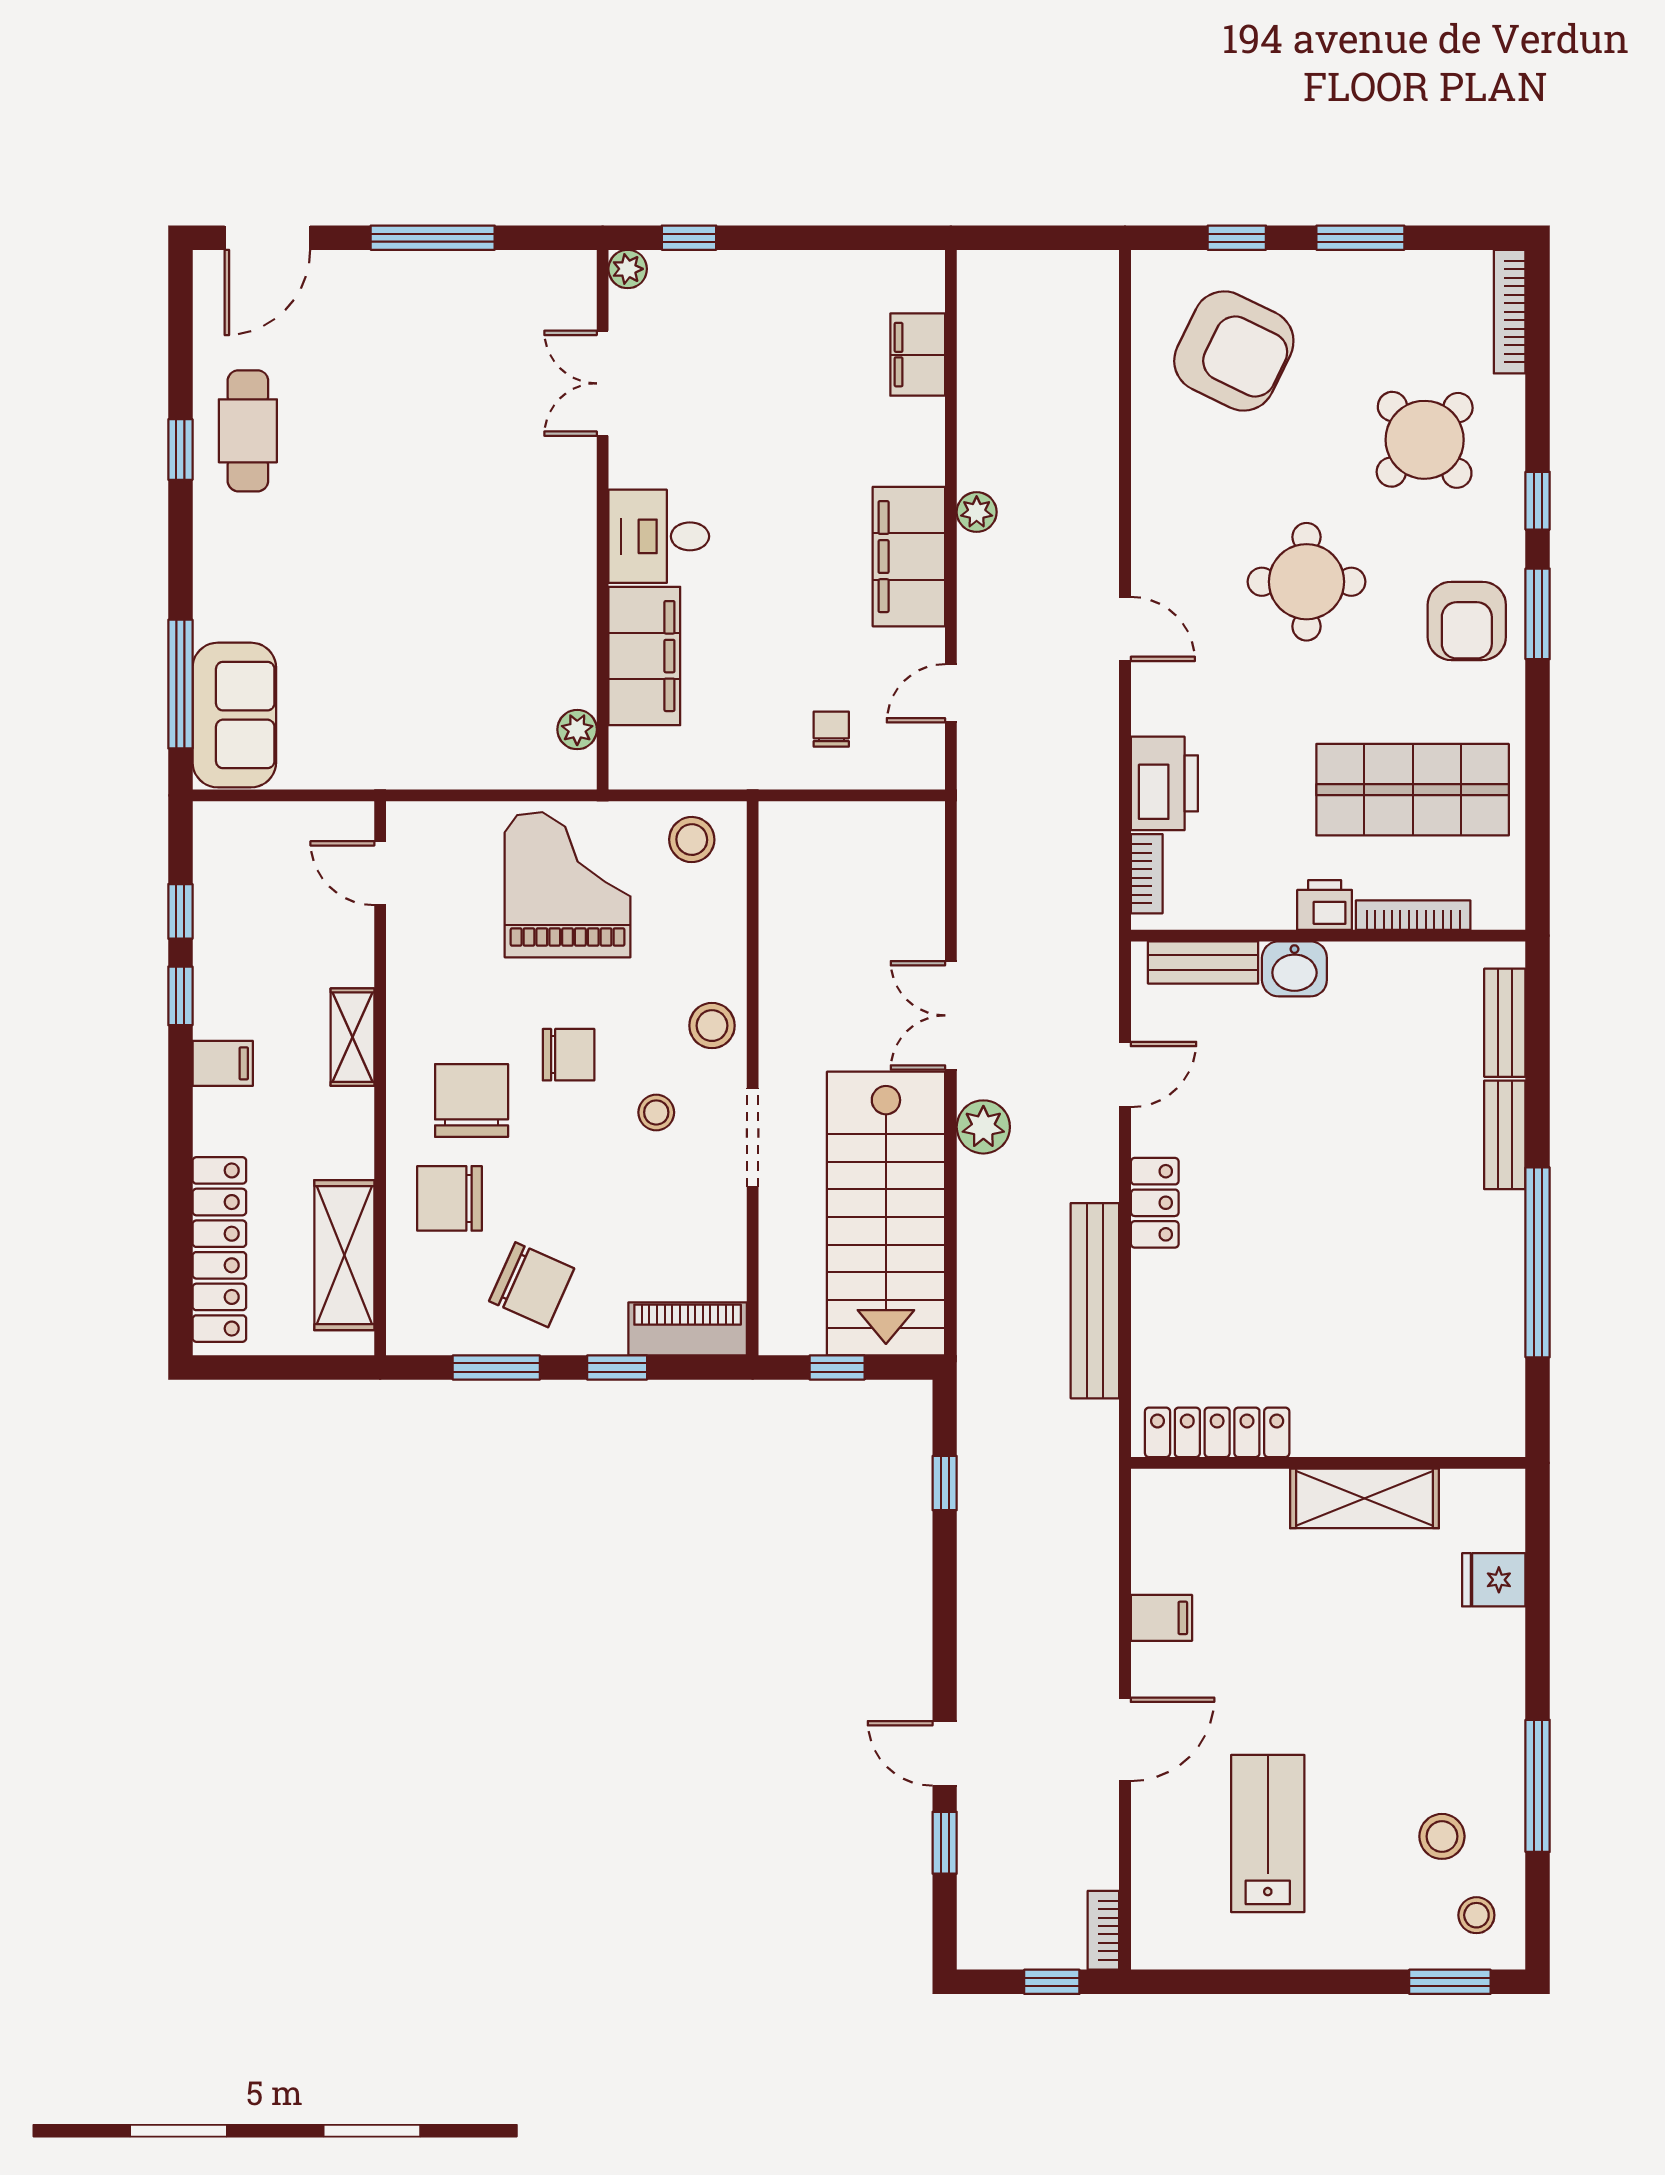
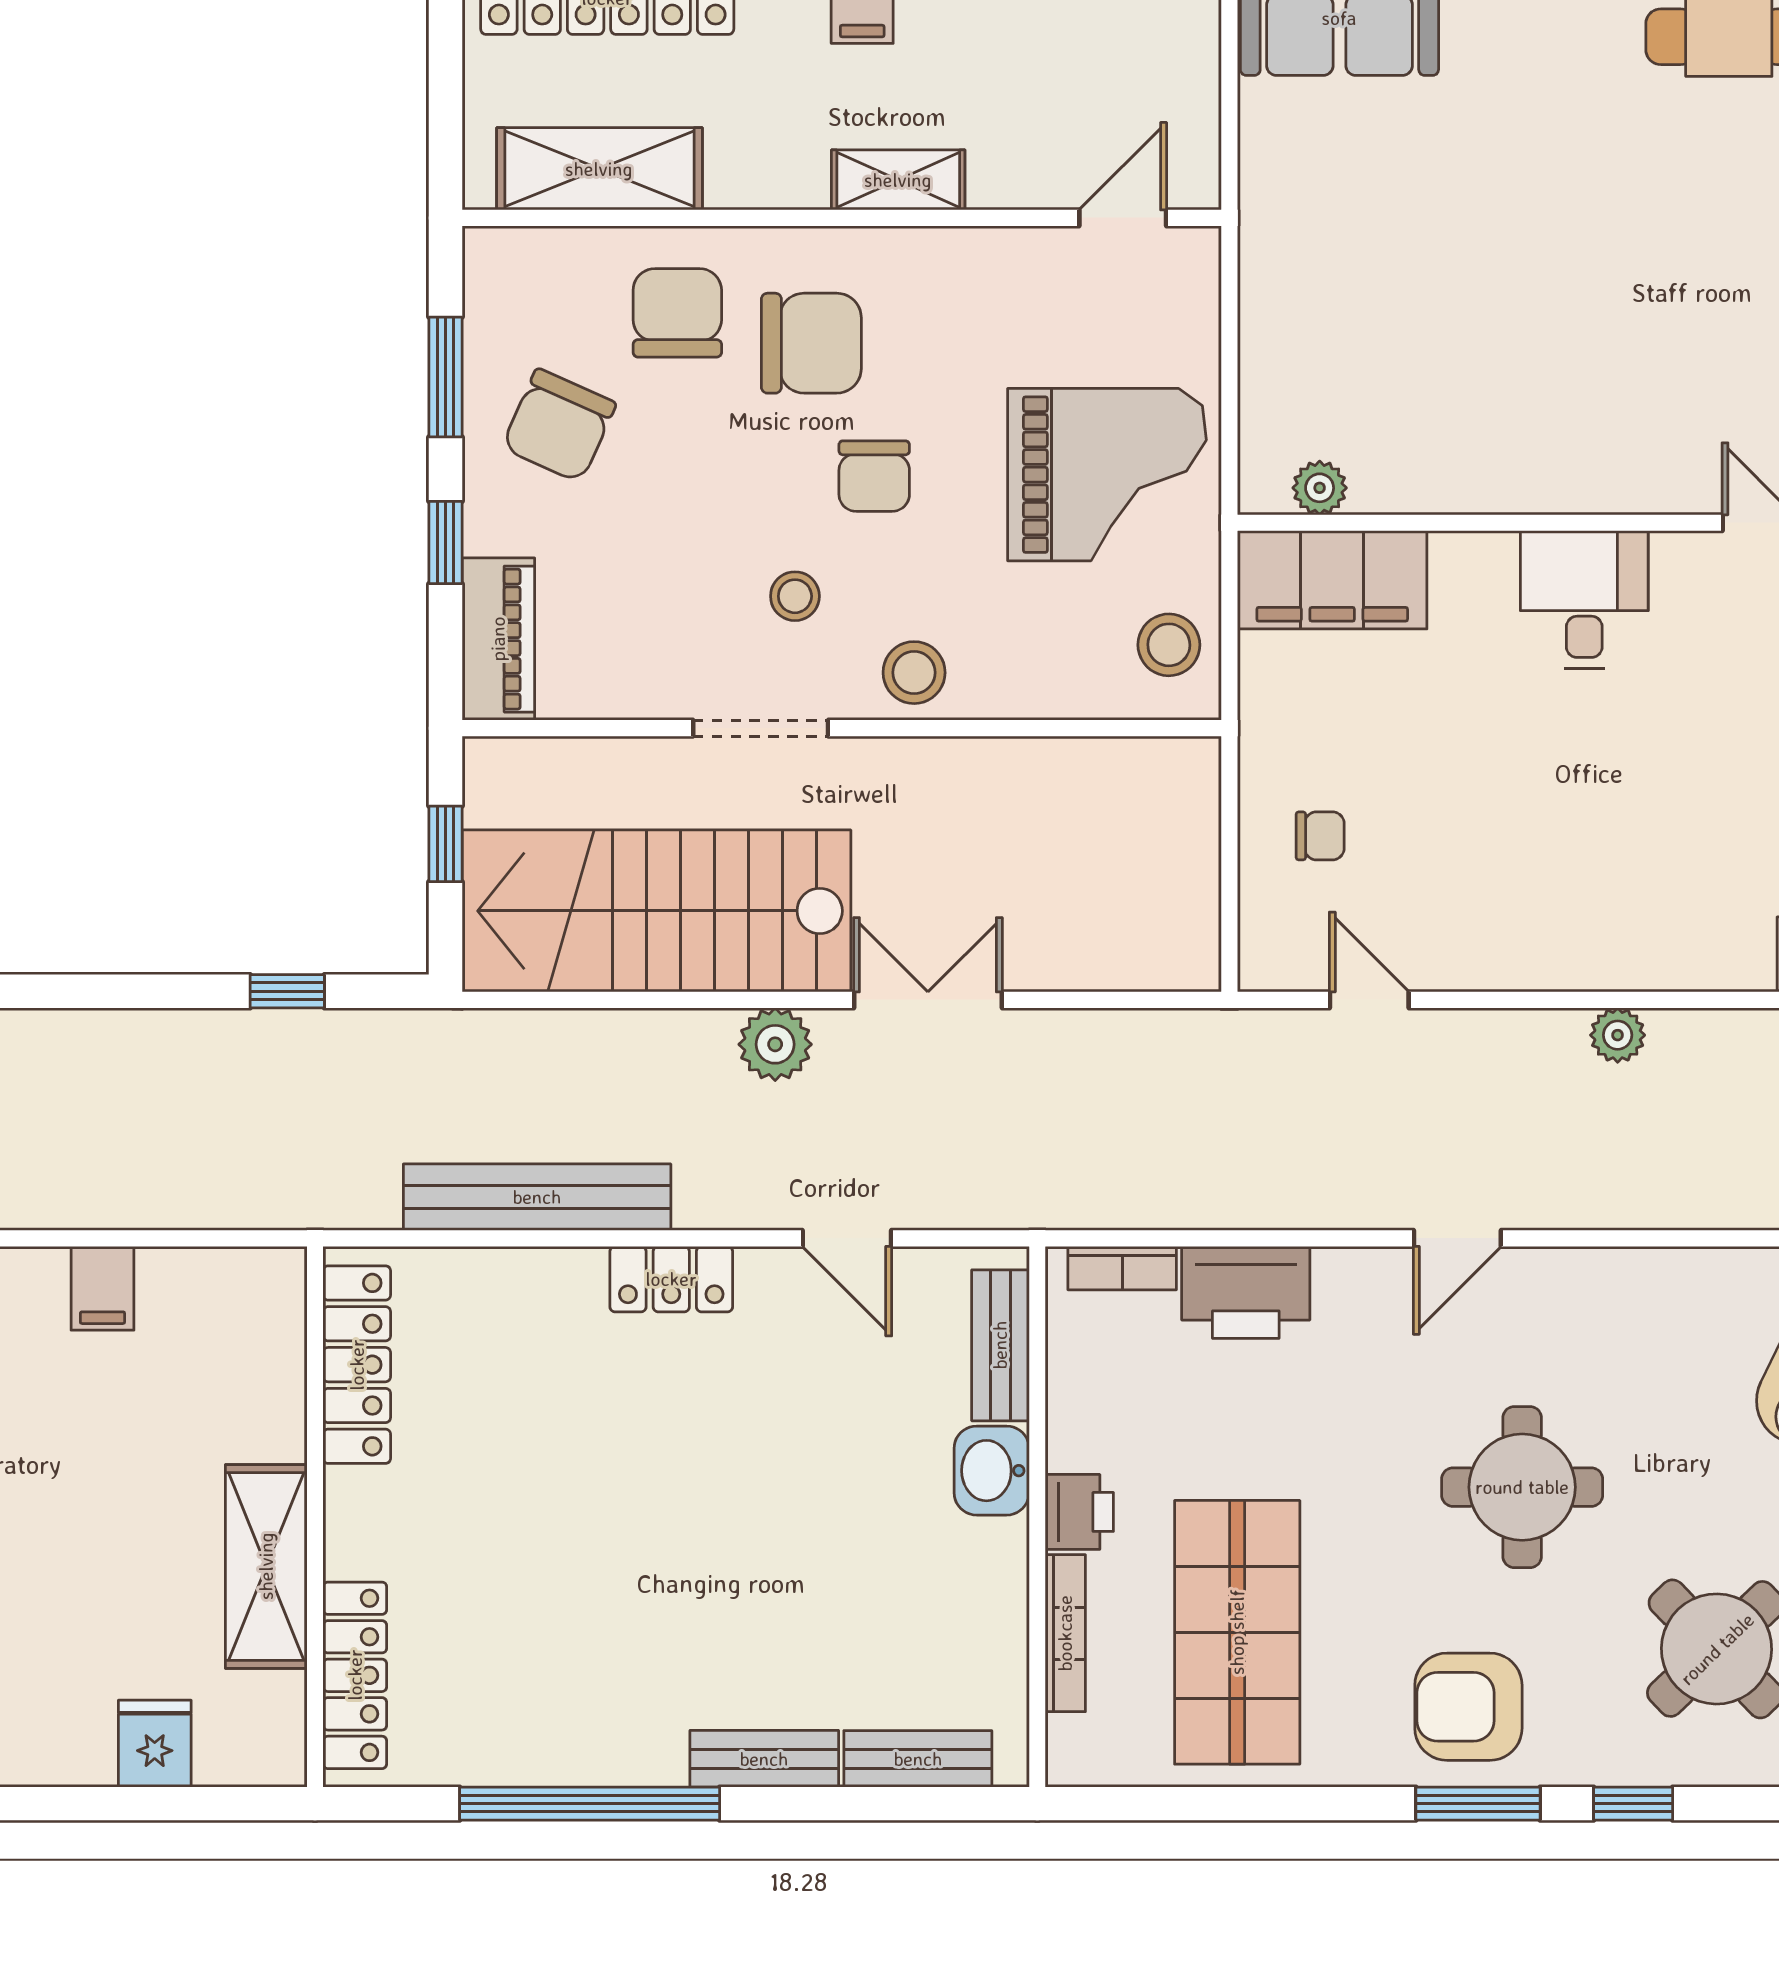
filing cabinet: (909, 557) -> (1557, 942), removed
filing cabinet: (644, 656) -> (1332, 580), moved
locker: (1444, 1434) -> (355, 1675), added

